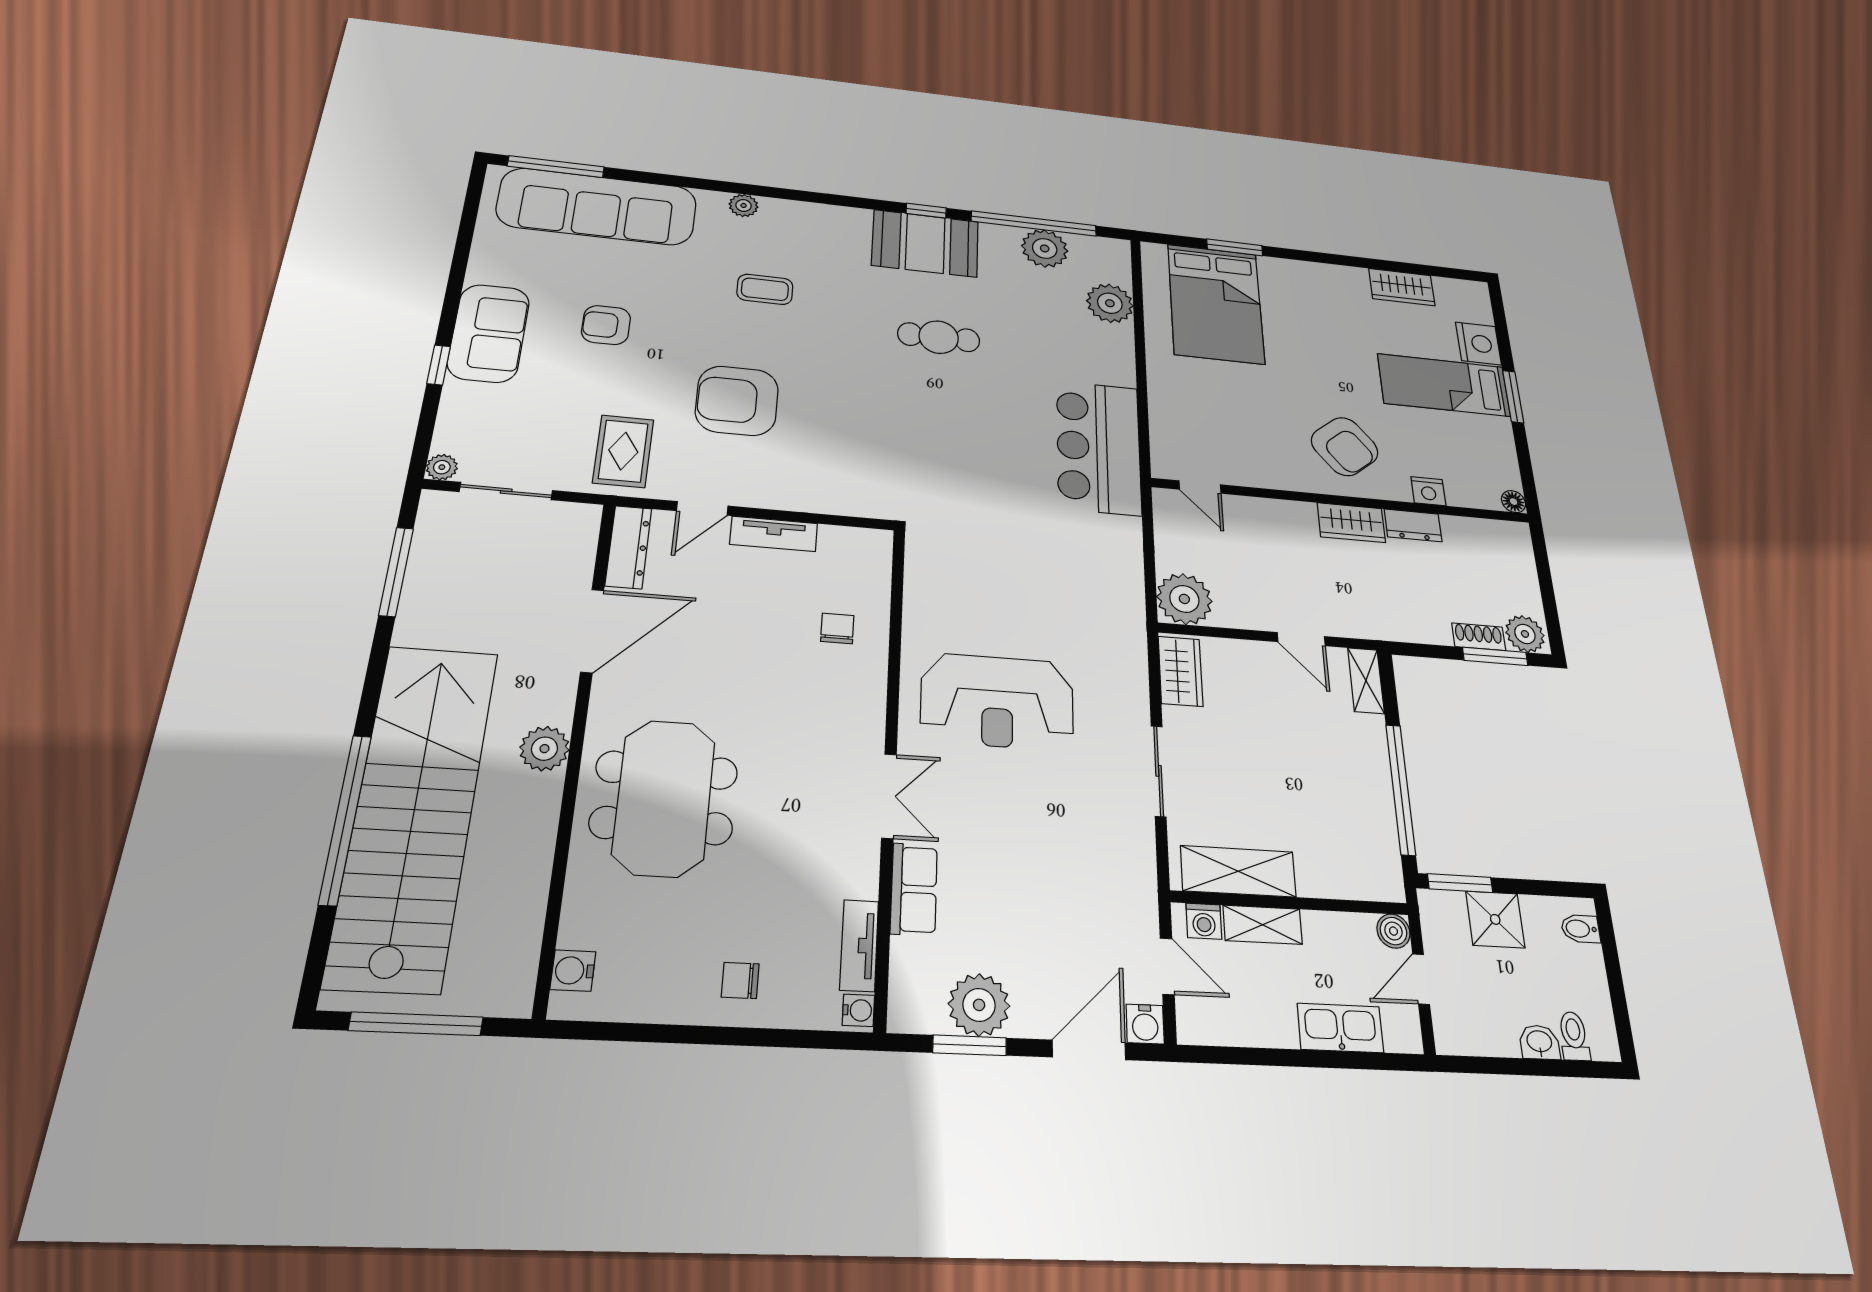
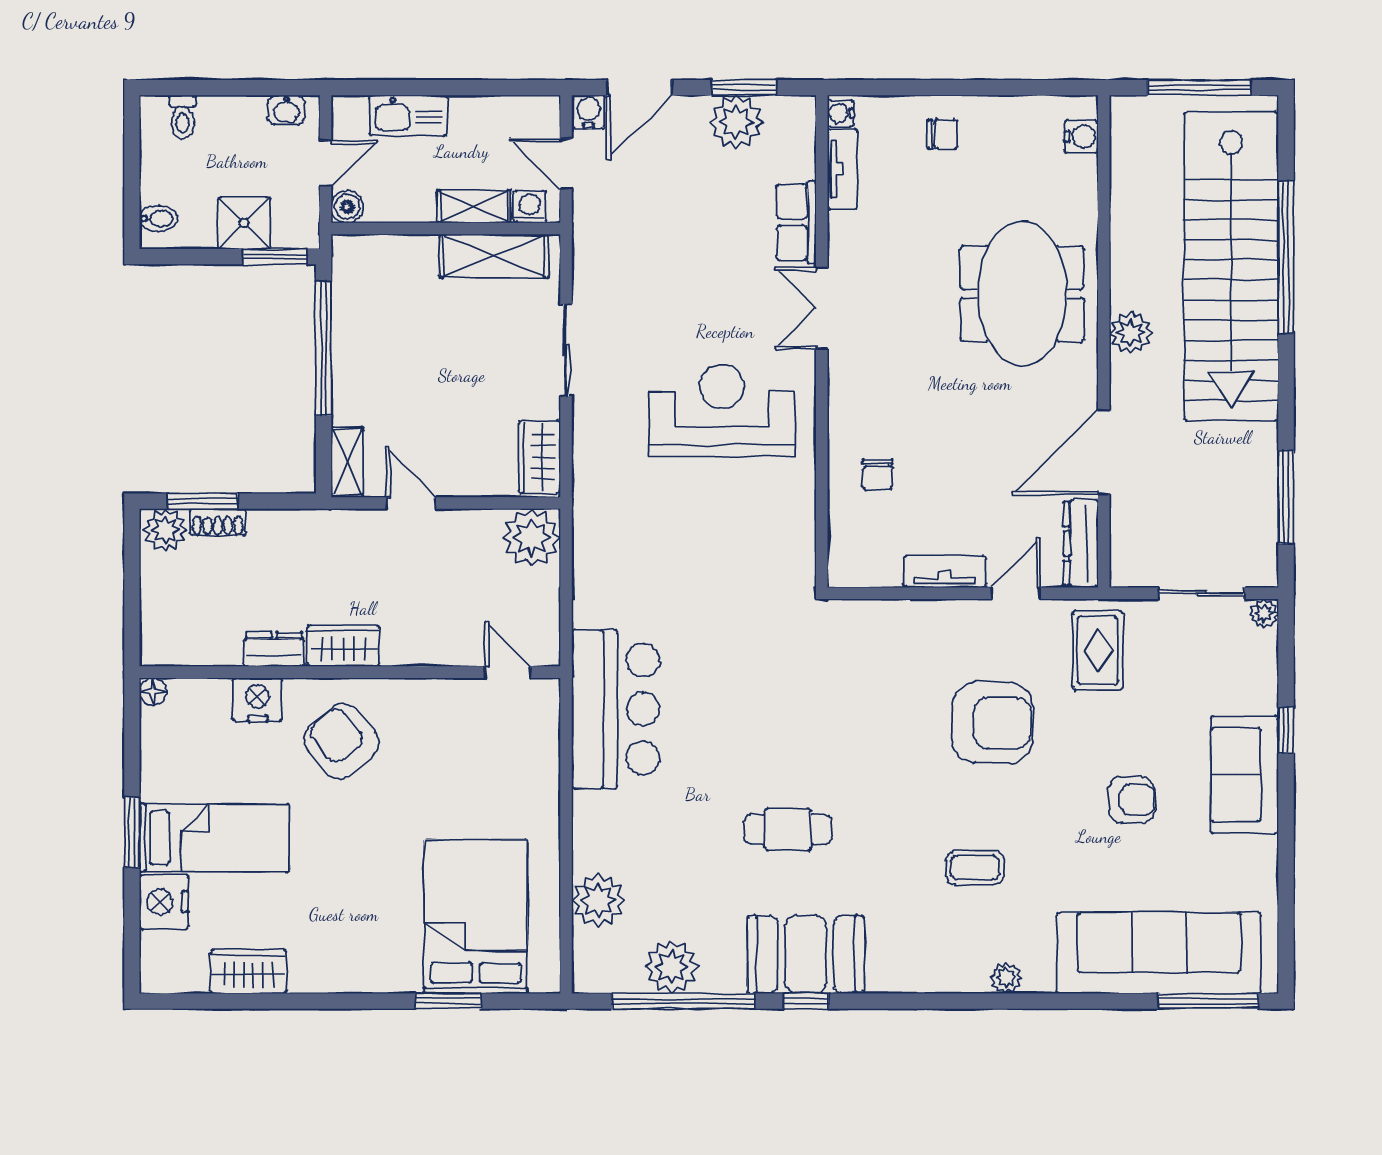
nightstand: (1428, 491) -> (258, 700), width x1.36, depth x1.33
washbasin: (1539, 1042) -> (287, 110), moved

